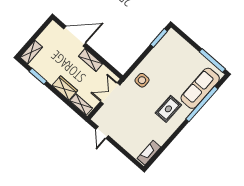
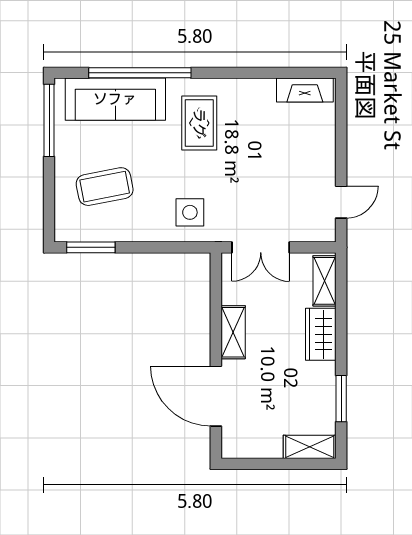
coffee table: (175, 60) -> (105, 187), added
rug: (168, 109) -> (199, 123), turned 90

